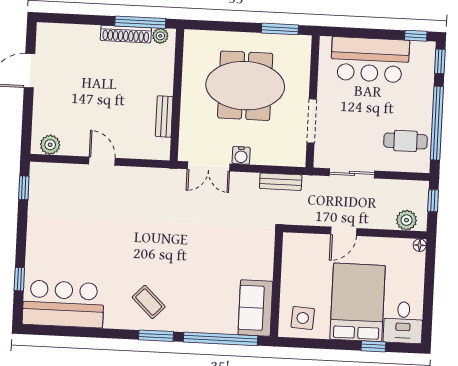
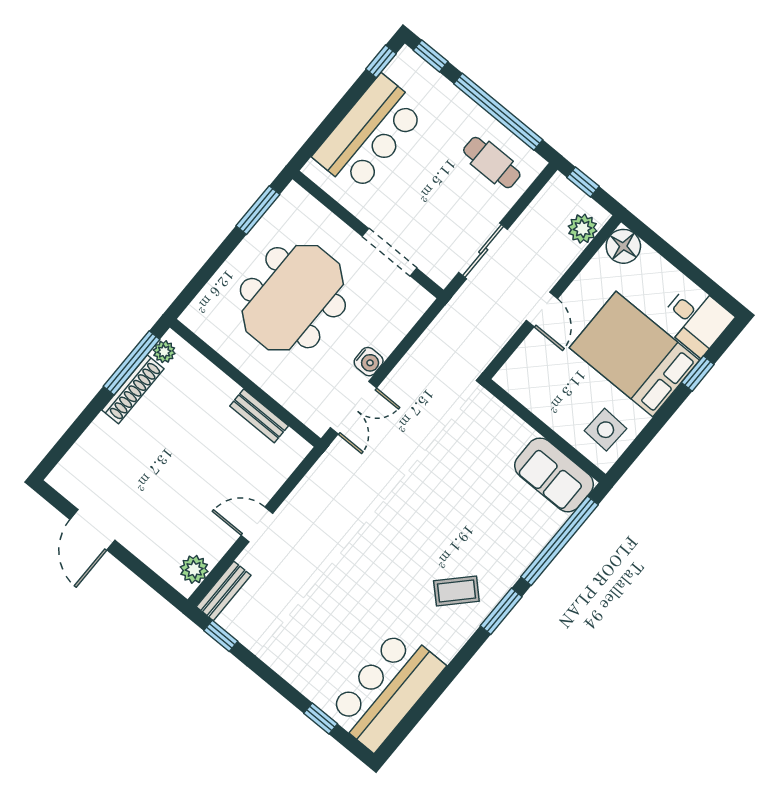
cafe table: (406, 141) -> (492, 163), turned 90
bench: (281, 182) -> (224, 591), moved
floor lamp: (420, 245) -> (623, 246), width x1.89, depth x1.89

